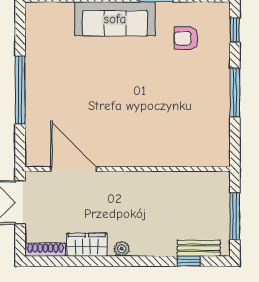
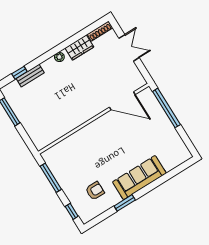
door: (74, 169) -> (122, 101), moved
wall: (127, 169) -> (94, 119), moved
bench: (199, 248) -> (30, 76), moved

